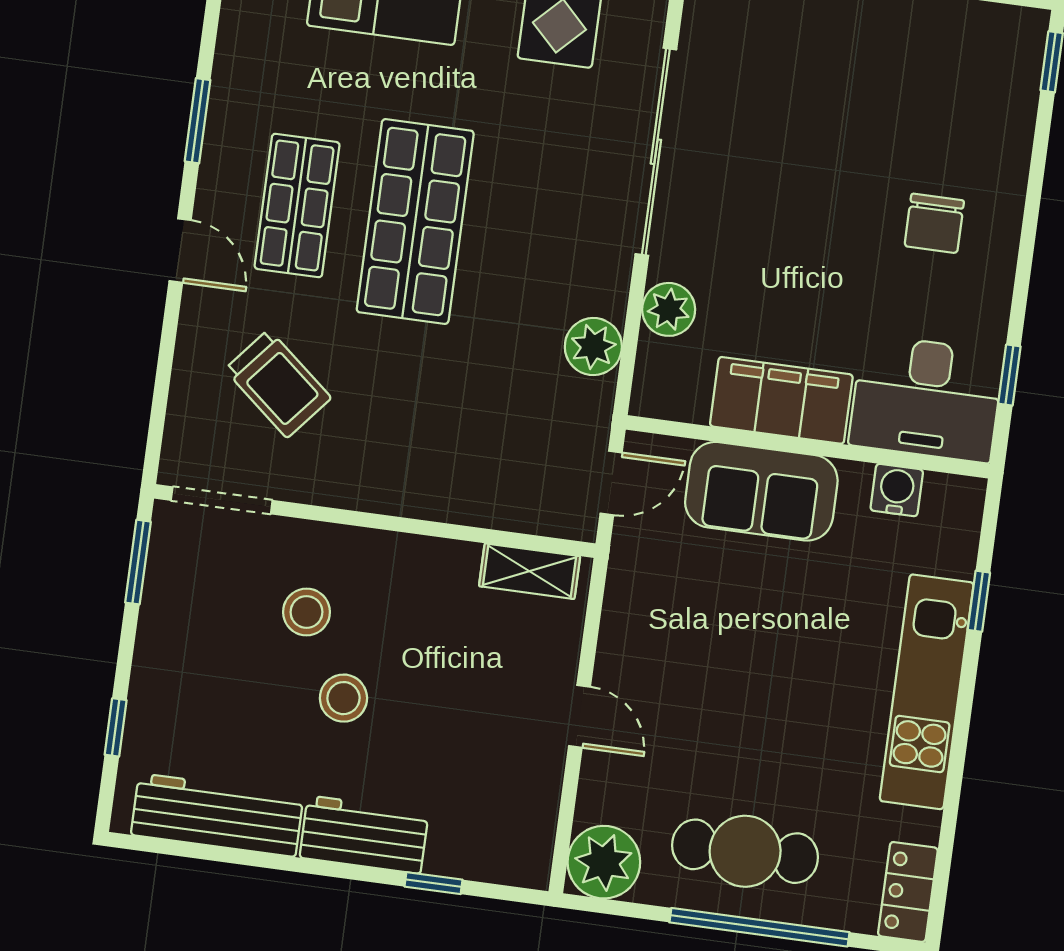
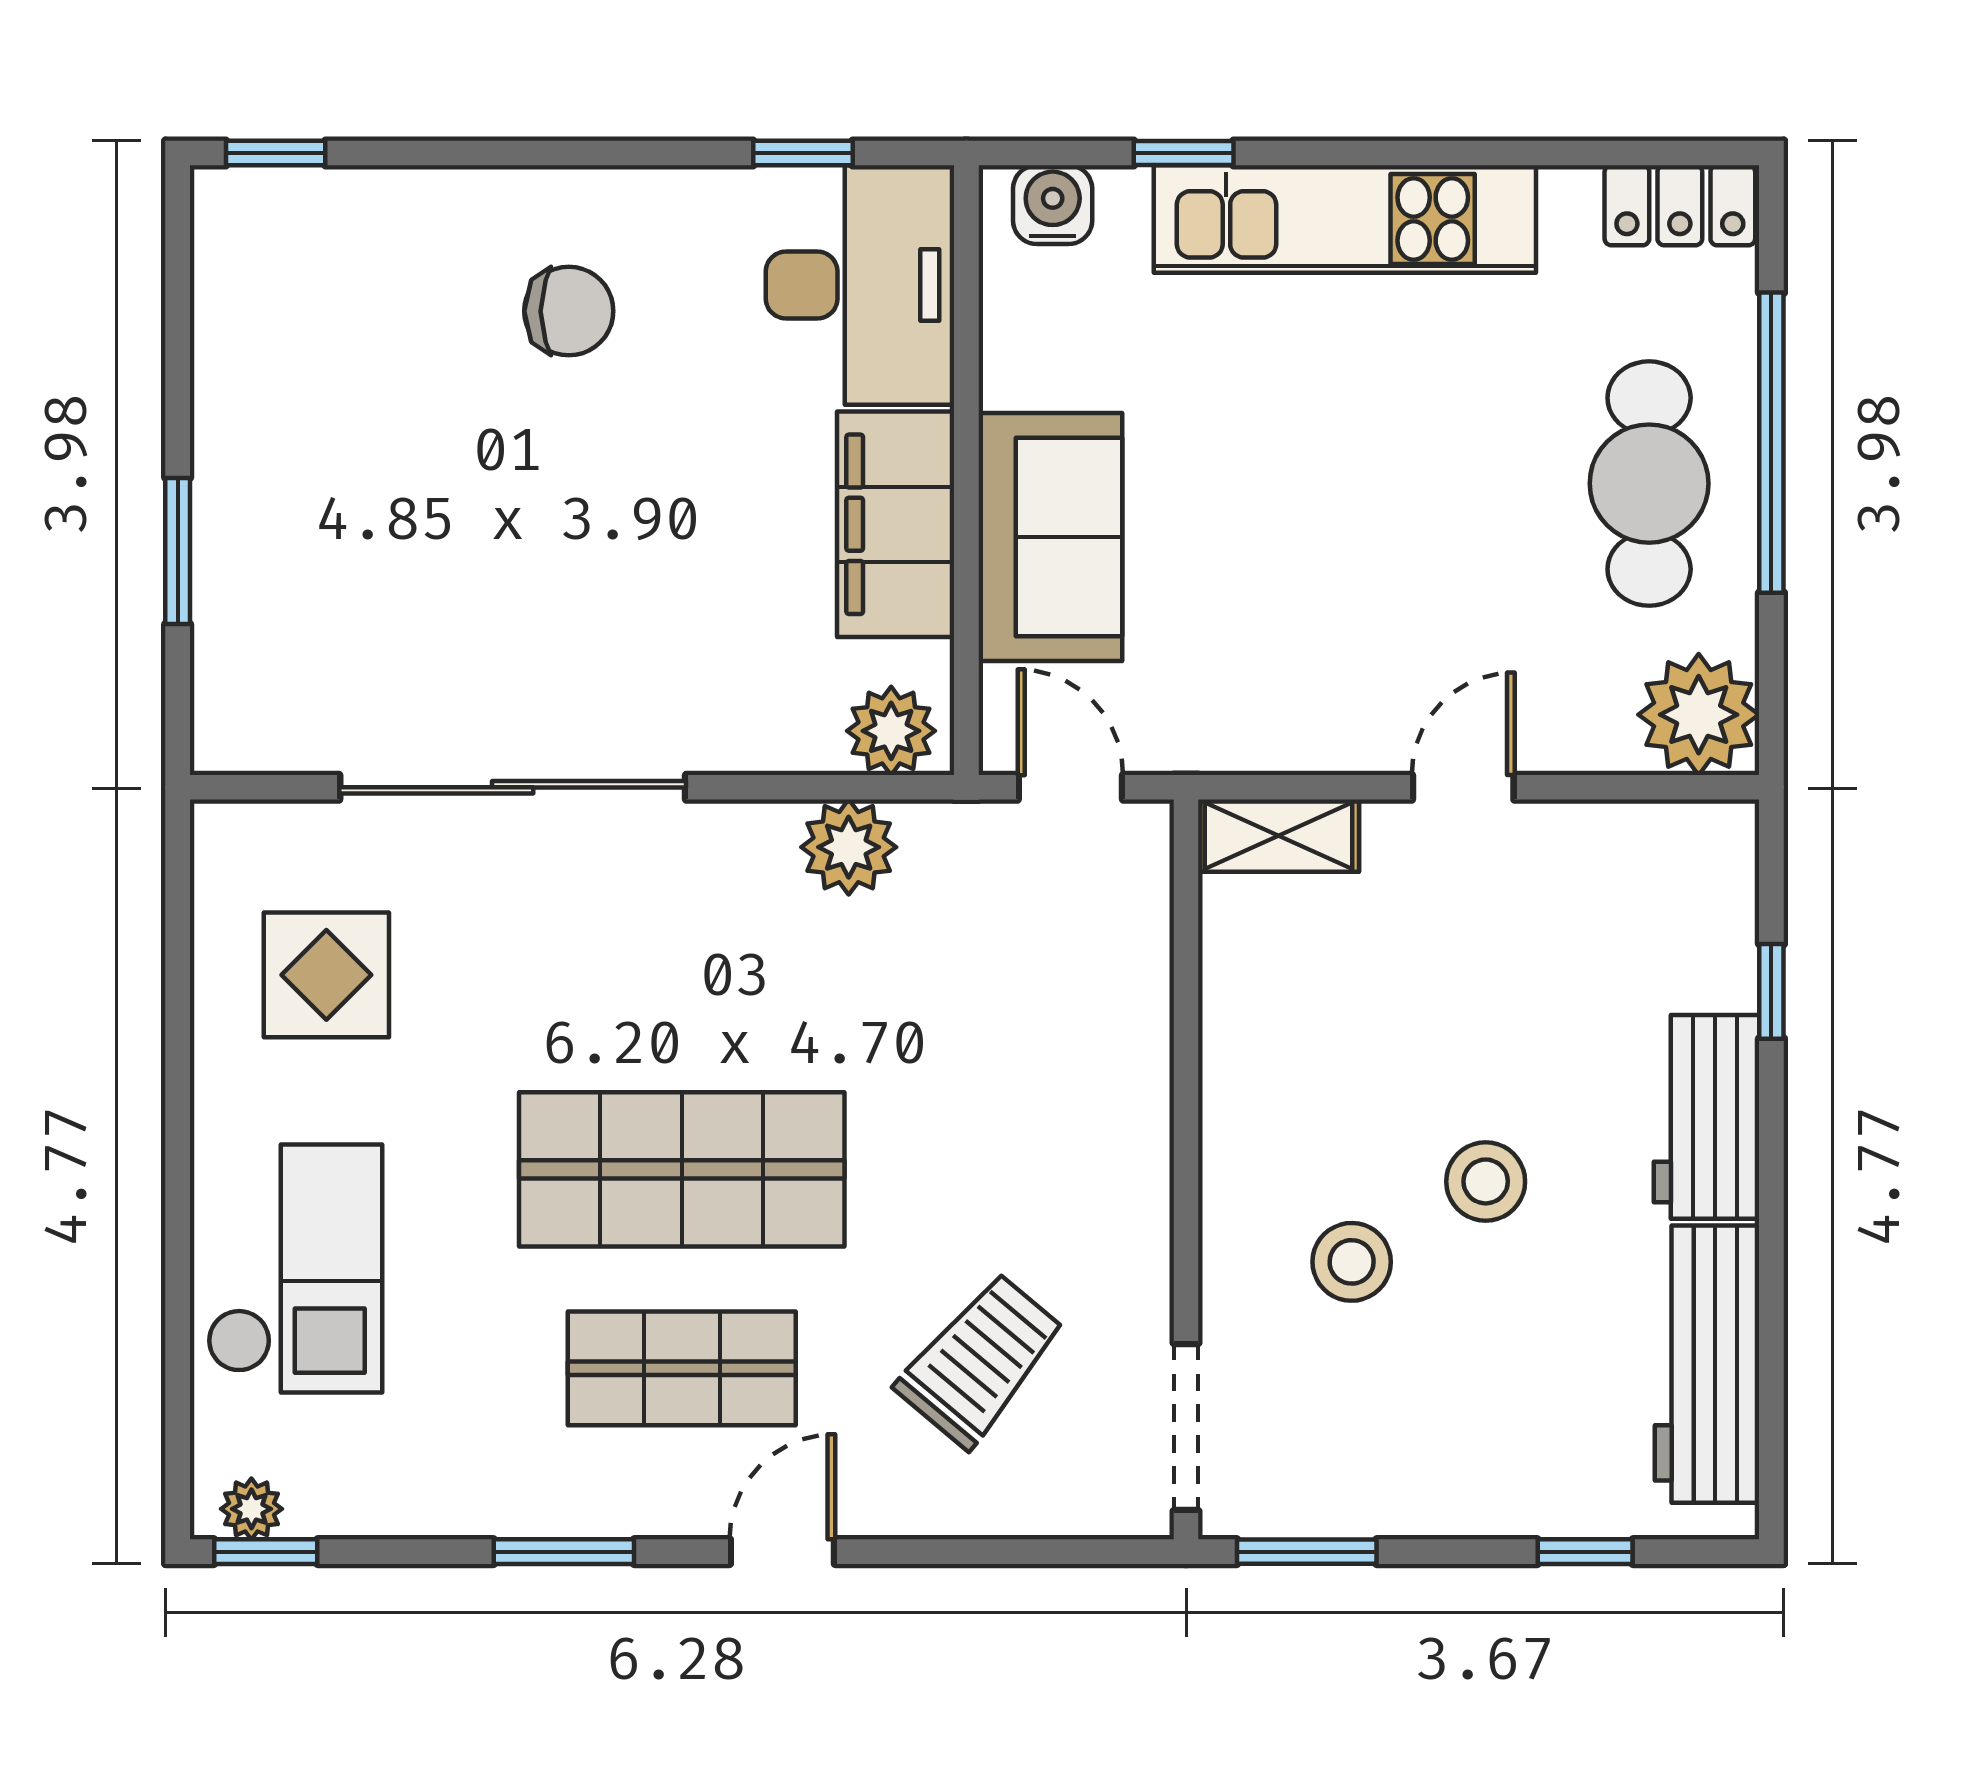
plant: (669, 309) -> (891, 731), moved
water cooler: (897, 490) -> (1053, 205), moved, turned 90
shelving: (530, 571) -> (1278, 836), moved, turned 90

